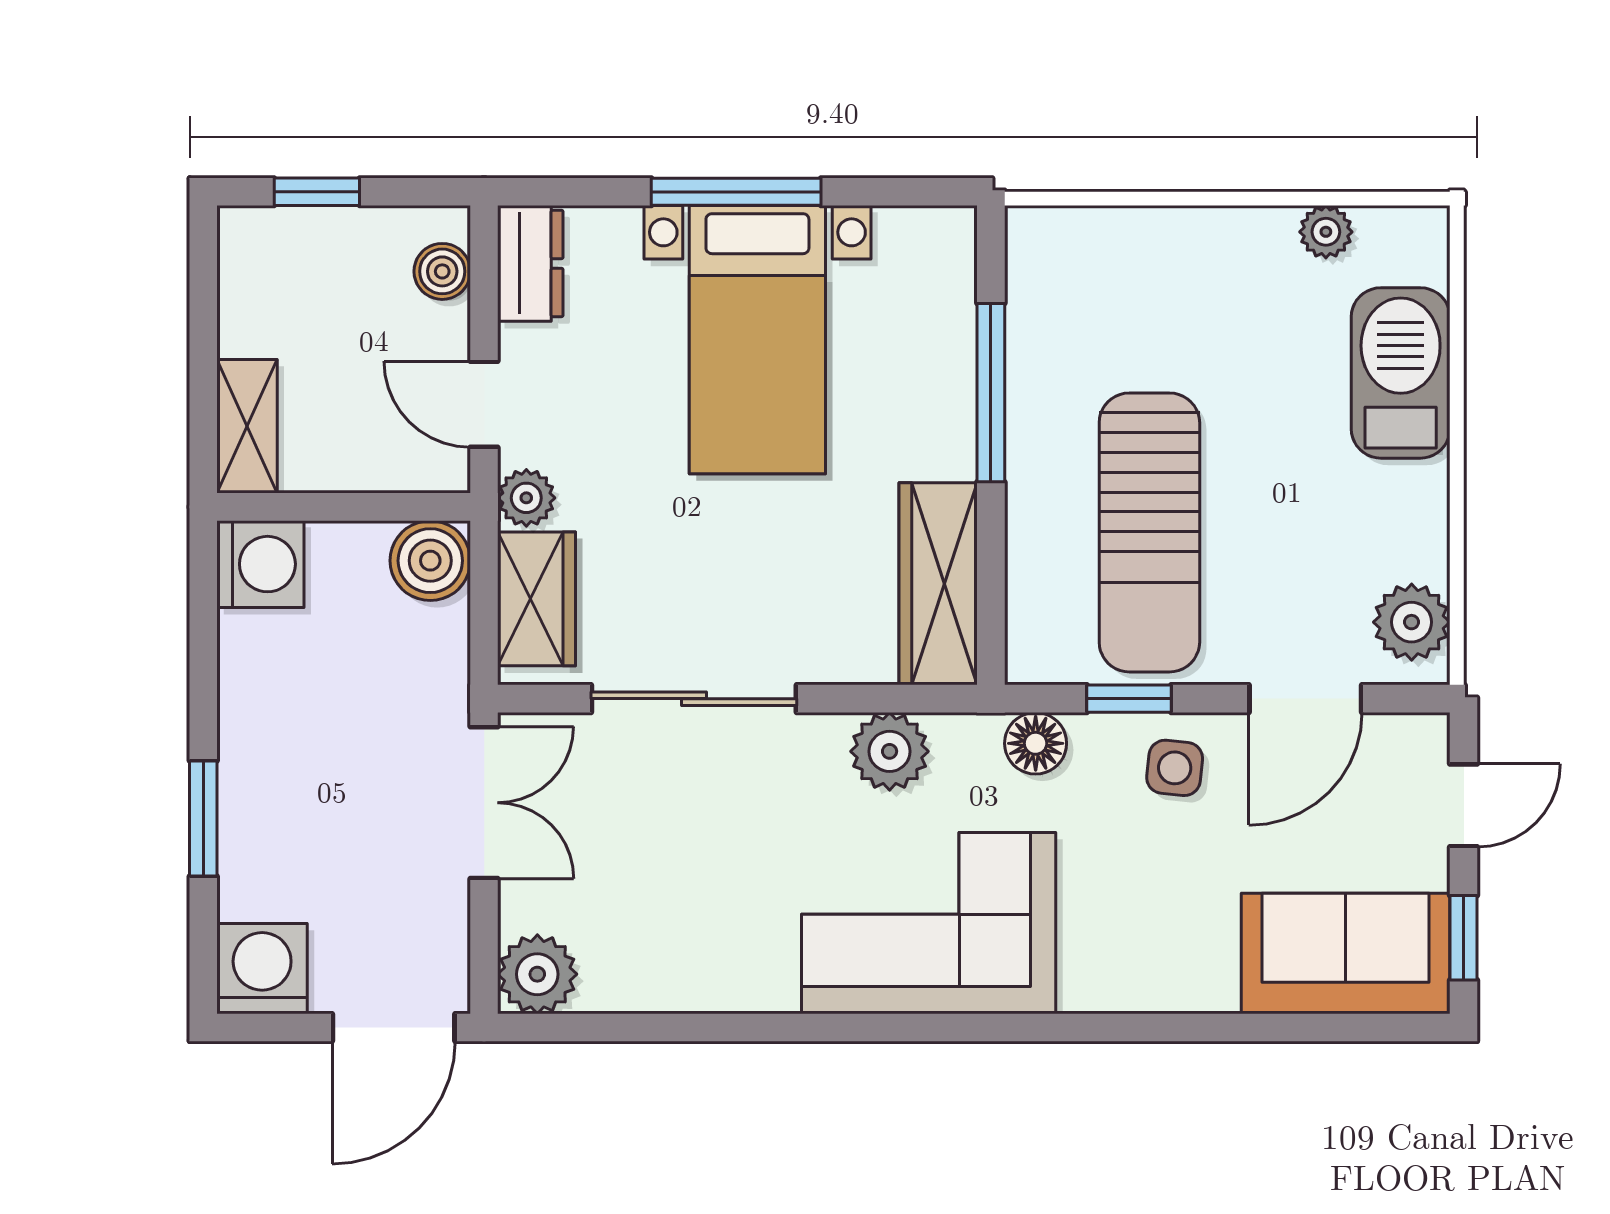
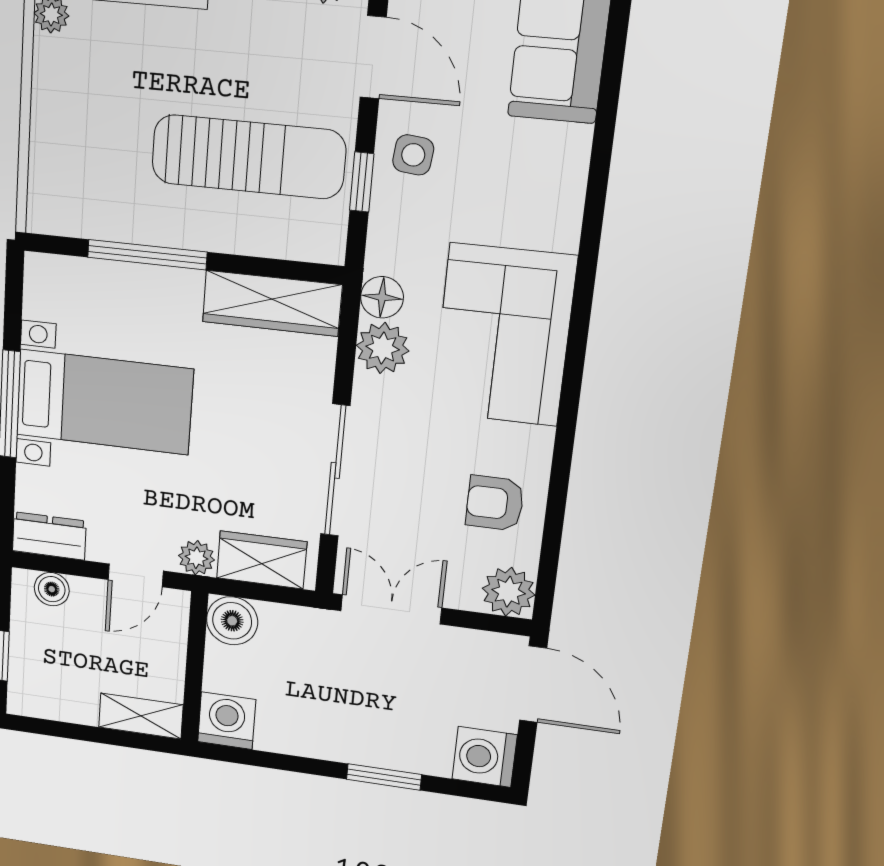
floor lamp: (1036, 743) -> (382, 297), moved
armchair: (674, 939) -> (495, 503), added

